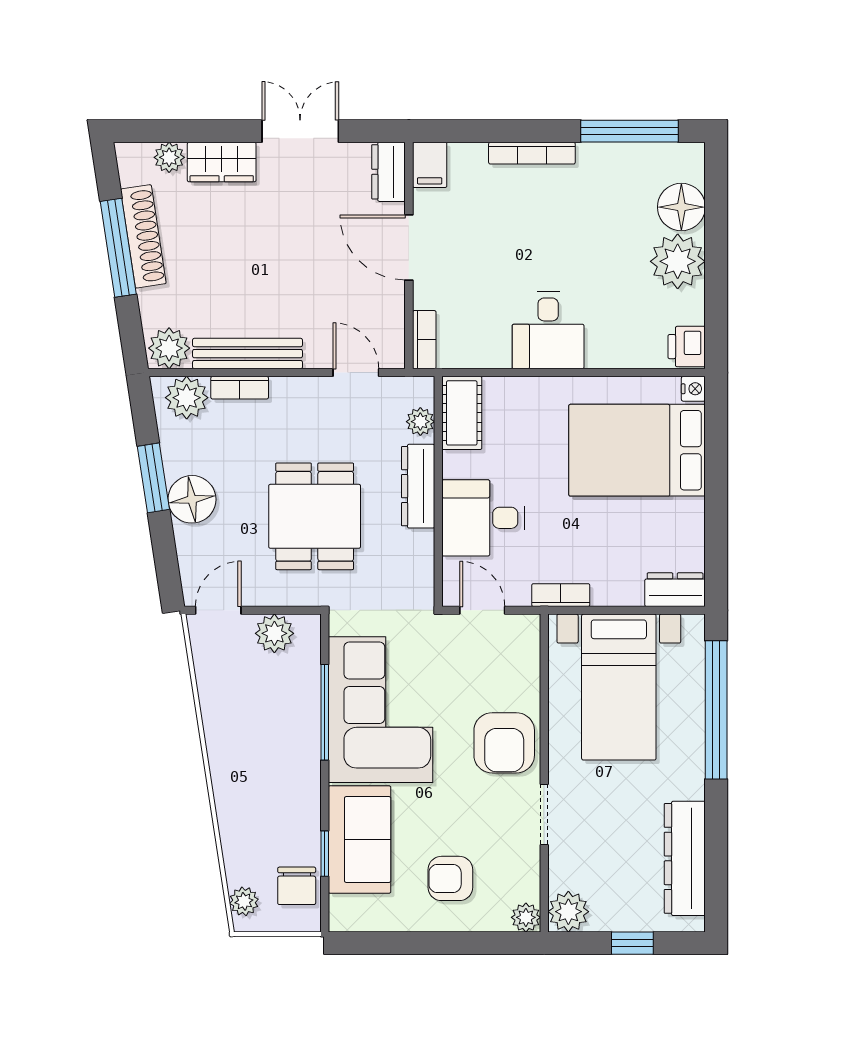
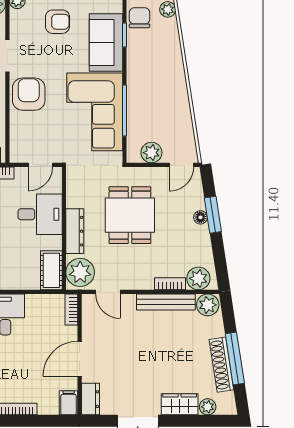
door: (409, 247) -> (80, 359), swing flipped
plant: (420, 422) -> (80, 272), width x1.88, depth x1.88
window: (153, 478) -> (213, 215), moved
floor lamp: (192, 499) -> (200, 217), width x0.53, depth x0.53
door: (482, 610) -> (40, 165), hinge flipped

